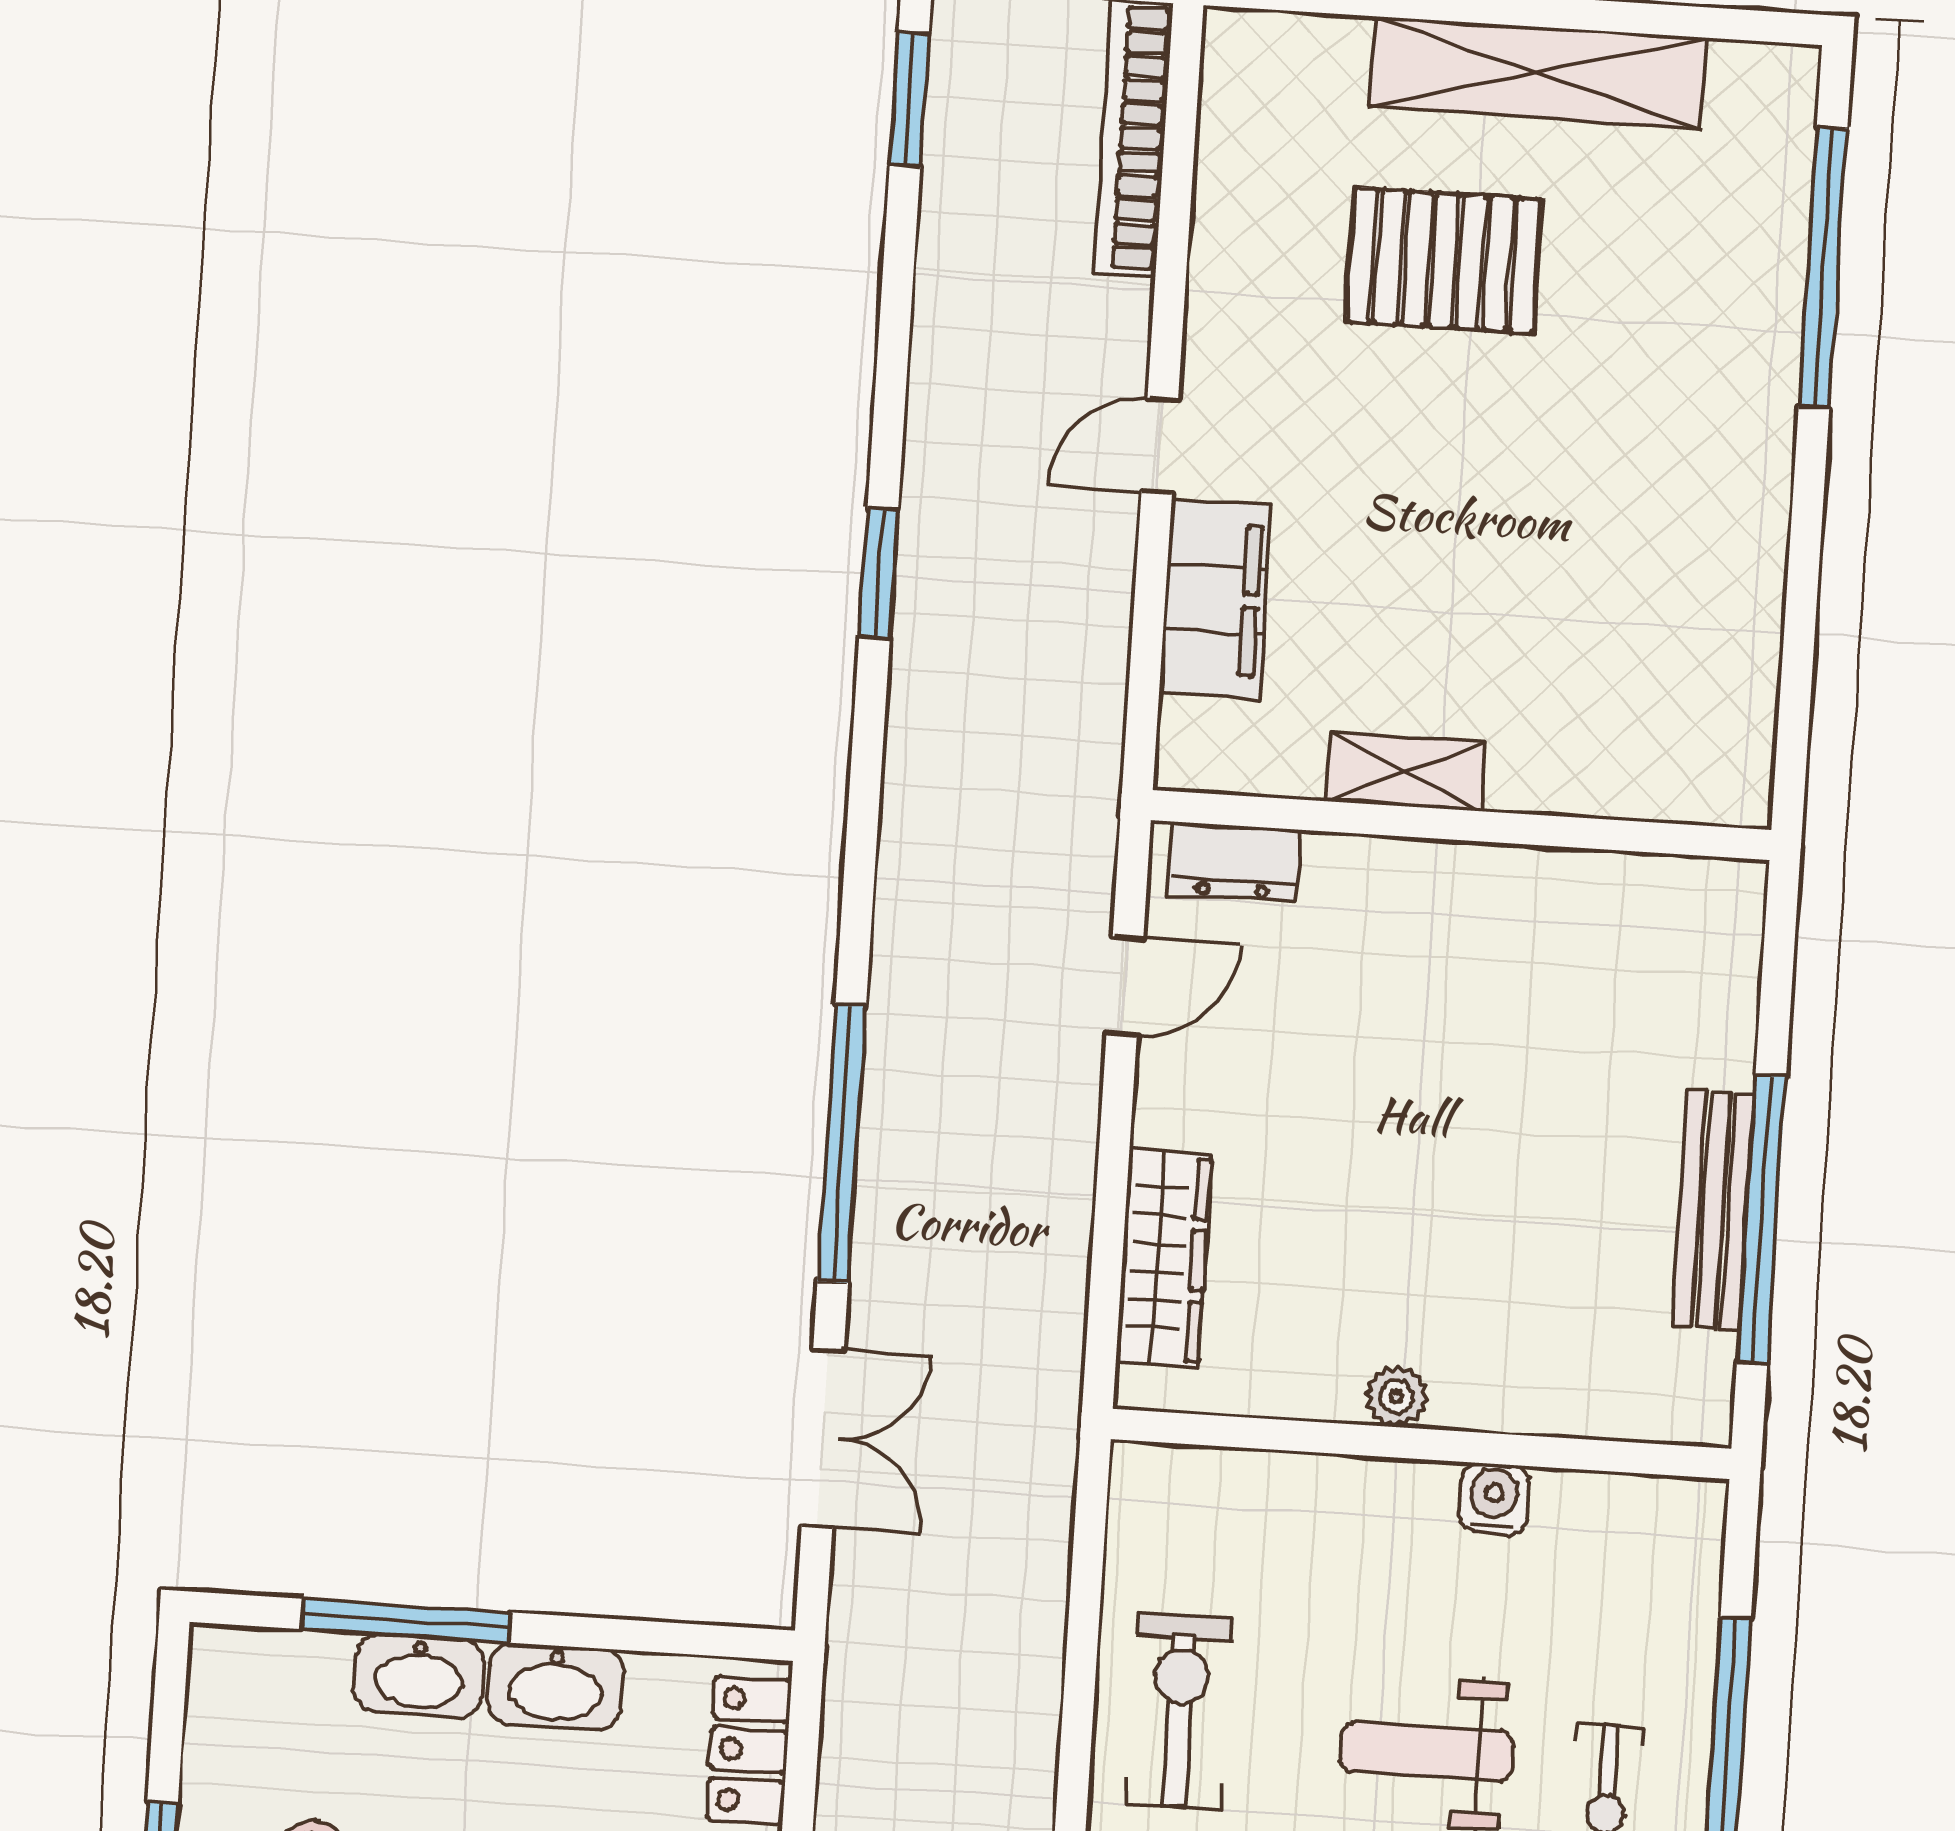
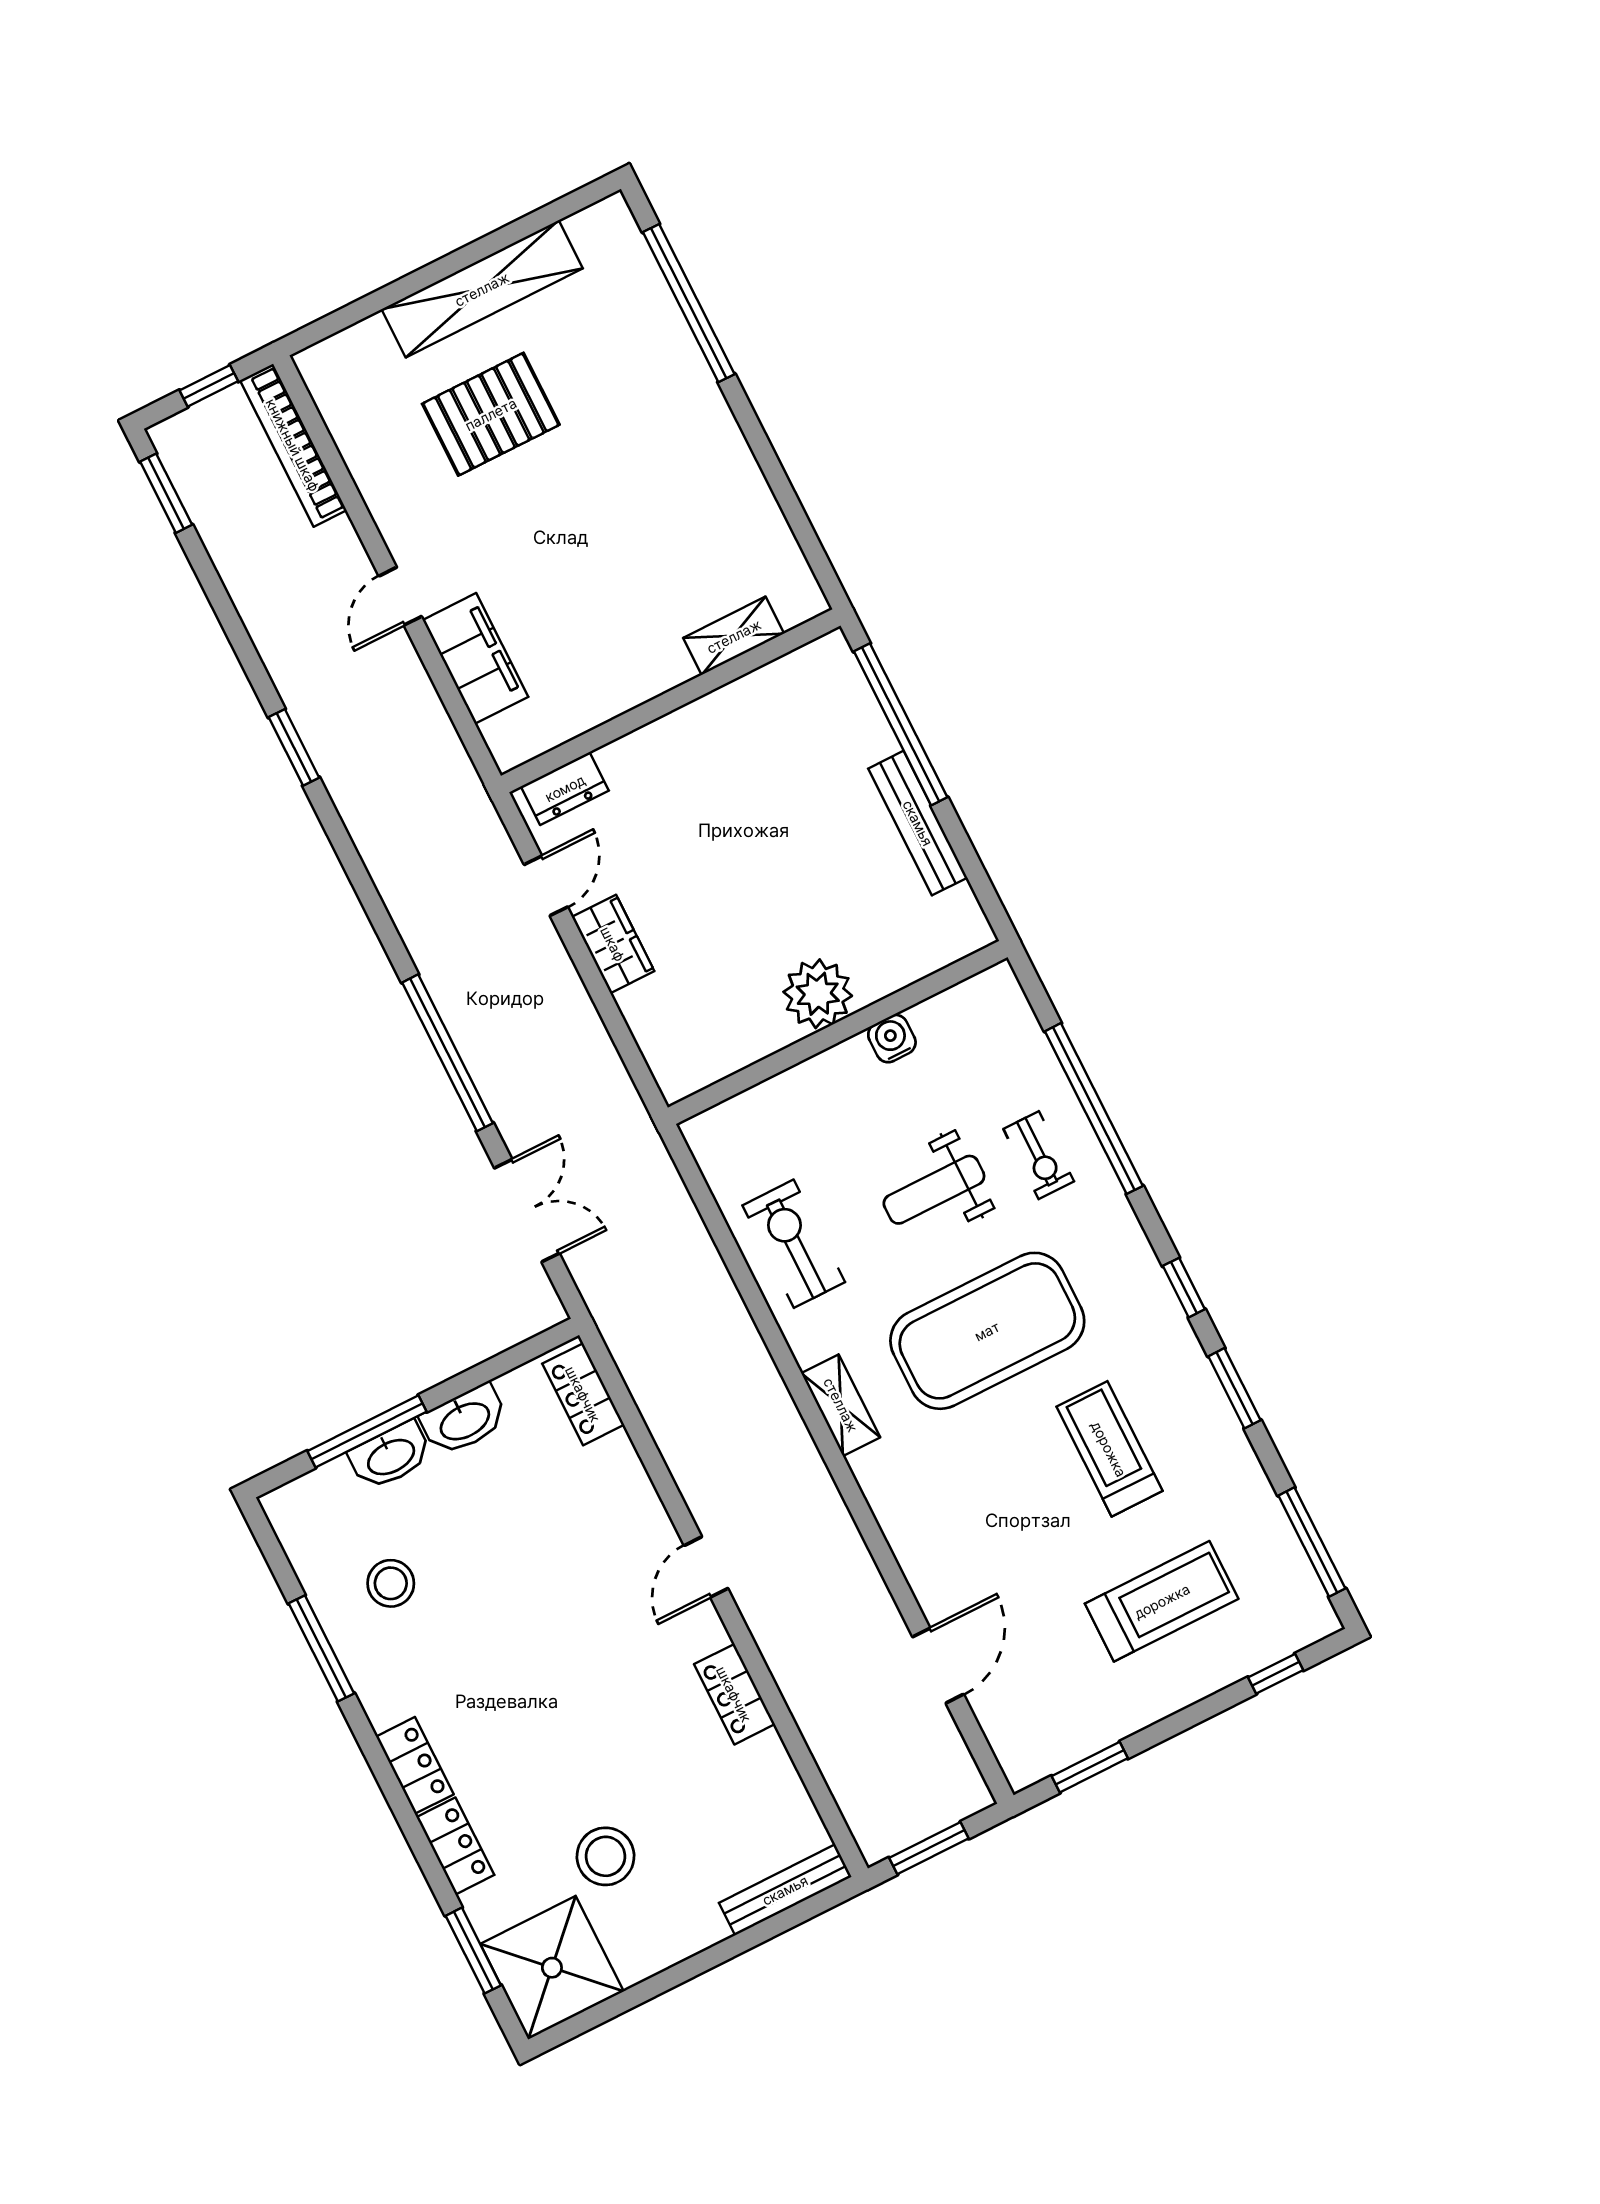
shelving: (1405, 772) -> (734, 636), moved
window: (1761, 1219) -> (901, 724), moved
wardrobe: (1164, 1258) -> (613, 944), moved, width x0.67
plant: (1397, 1396) -> (818, 994), width x1.88, depth x1.88

